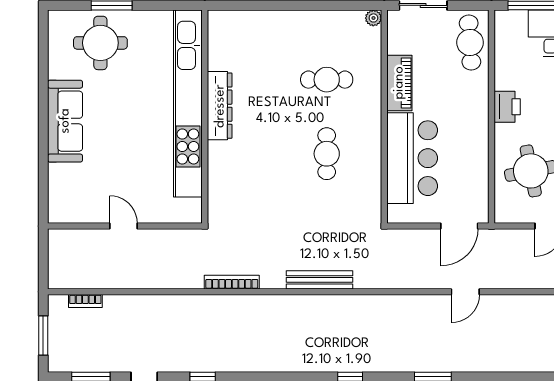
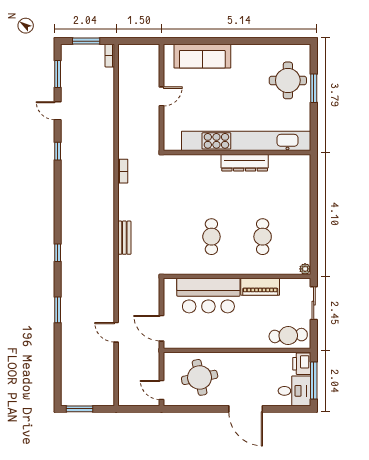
printer: (507, 107) -> (302, 364), moved, turned 90
sofa: (65, 121) -> (202, 56), moved
cafe table: (327, 154) -> (211, 237), turned 90
bench: (319, 280) -> (124, 238), width x0.73
bookcase: (232, 282) -> (123, 171), width x0.64
bookcase: (85, 301) -> (110, 56), moved

